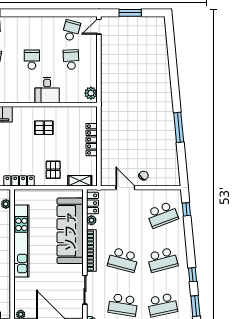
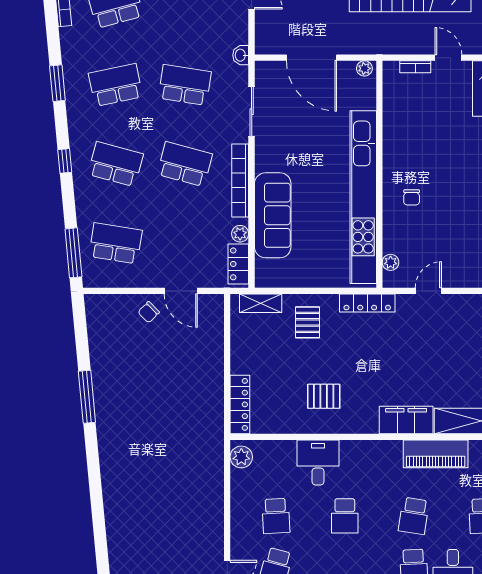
locker: (92, 140) -> (240, 404), moved
window: (186, 209) -> (73, 253), width x2.17
school desk: (162, 215) -> (116, 243), turned 30
sofa: (70, 231) -> (273, 215), width x0.74, depth x0.79
kitchen unit: (21, 241) -> (363, 197), width x1.36
school desk: (162, 260) -> (116, 164), turned 30
window: (193, 275) -> (65, 161), moved

